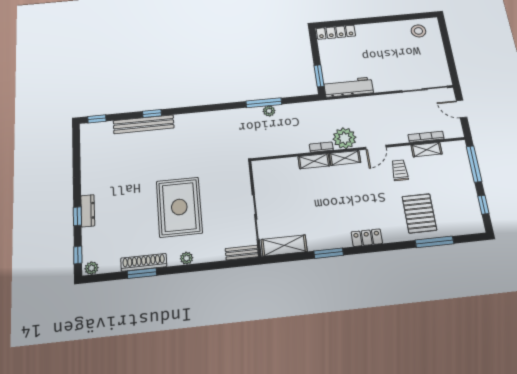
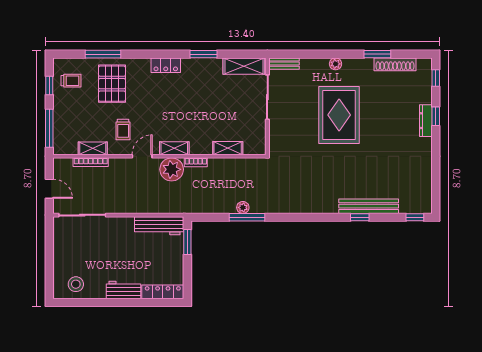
workbench: (373, 30) -> (124, 290), added
shelving: (314, 161) -> (228, 148), moved
trolley: (462, 212) -> (71, 81), added
shoe rack: (144, 262) -> (395, 64), moved
plant: (91, 268) -> (423, 64), removed

